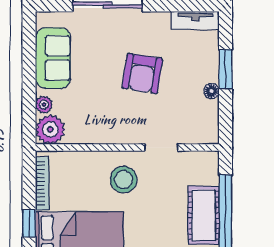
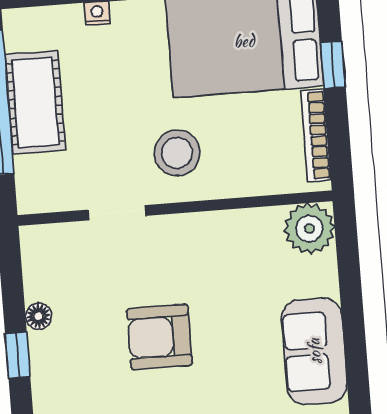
window: (226, 69) -> (18, 355), width x0.67
armchair: (142, 73) -> (159, 337), turned -99
plant: (44, 105) -> (324, 271), removed

